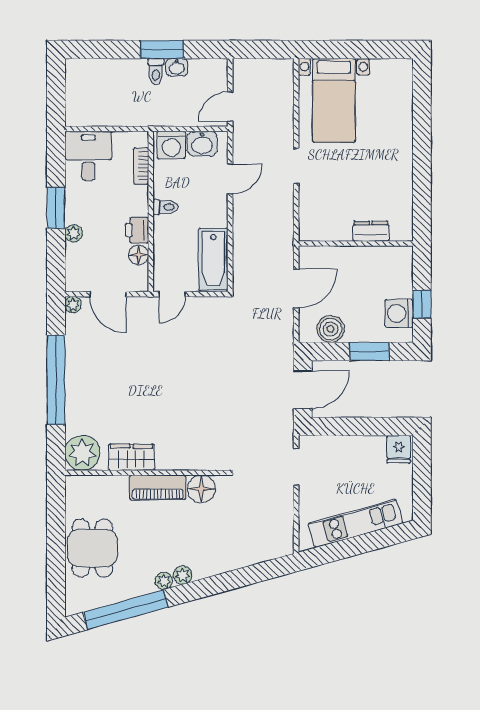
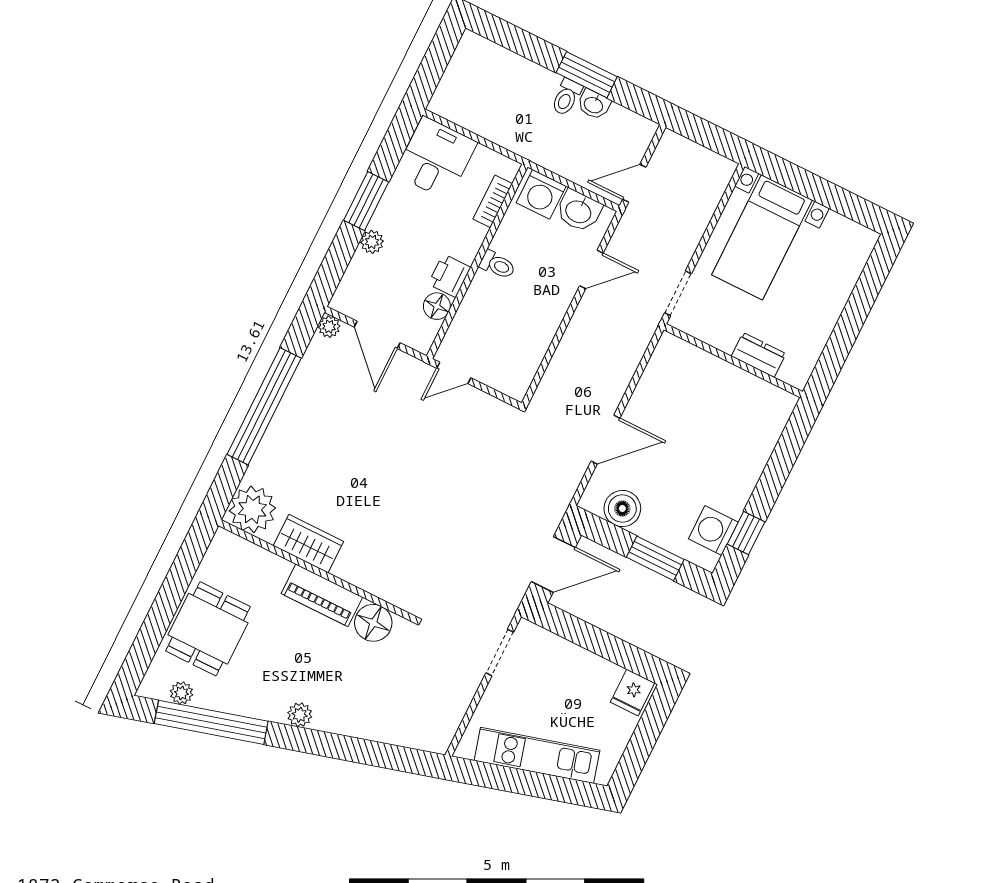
dresser: (371, 231) -> (759, 355), moved
wall: (356, 243) -> (733, 361), moved
bathtub: (213, 259) -> (523, 356), removed
plant: (164, 581) -> (182, 693), moved

